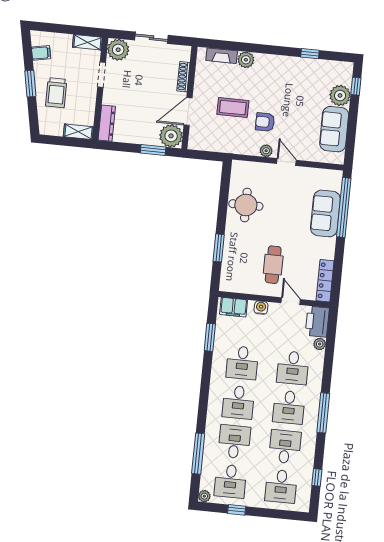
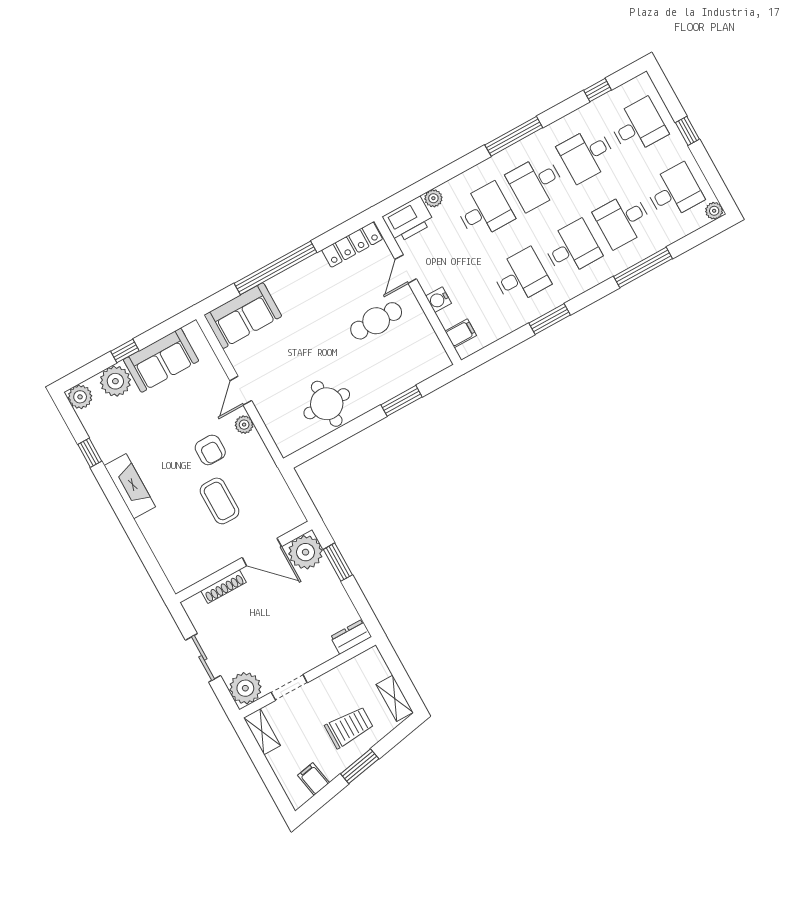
fireplace: (222, 56) -> (130, 486), moved, width x1.37, depth x1.32
plant: (246, 60) -> (80, 397), moved
window: (356, 86) -> (125, 351), moved
dresser: (107, 123) -> (351, 637), width x0.70
shelving: (78, 132) -> (395, 698), moved
window: (344, 207) -> (275, 268), moved
sofa: (325, 213) -> (243, 316), moved
filing cabinet: (234, 307) -> (461, 333), width x0.50
window: (210, 337) -> (550, 319), moved
desk: (289, 407) -> (536, 183), turned 180
window: (198, 454) -> (643, 267), moved
window: (237, 510) -> (687, 131), moved

